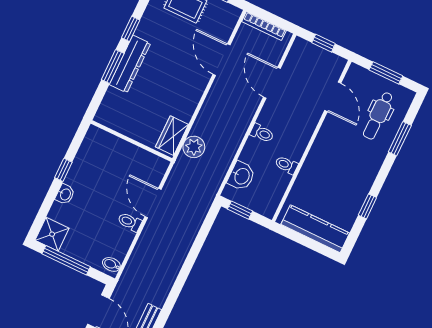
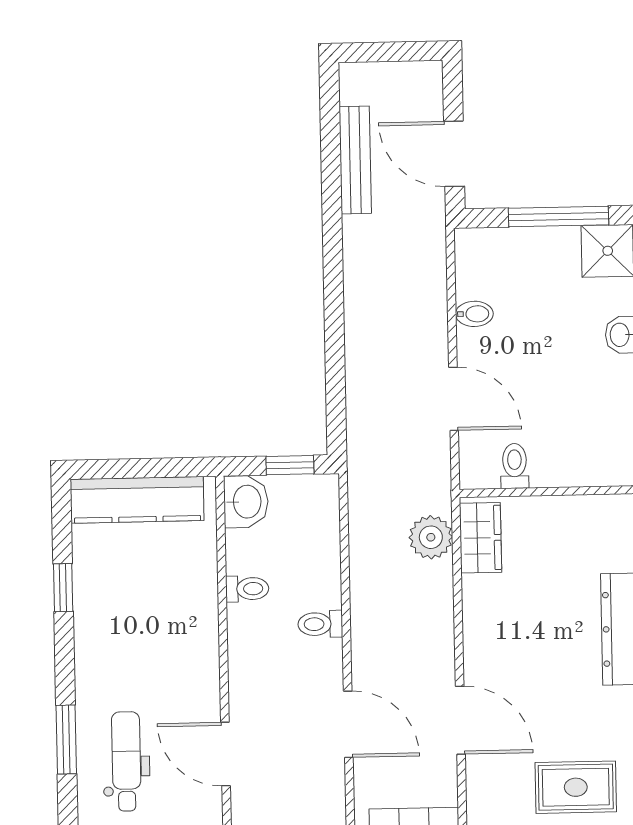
washbasin: (241, 176) -> (246, 502), moved, turned 180
toilet: (130, 222) -> (515, 466), moved, turned -90
bidet: (111, 264) -> (474, 314), moved

